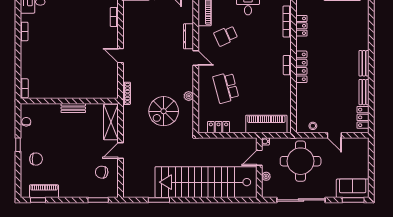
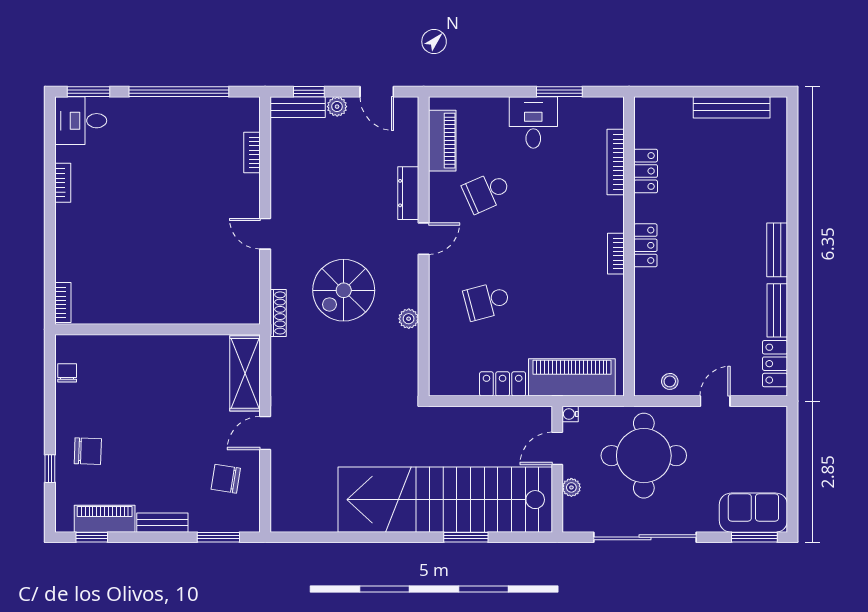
door: (196, 58) -> (424, 239), hinge flipped
locker: (301, 67) -> (645, 245), width x0.66
school desk: (226, 88) -> (487, 301), width x0.54
bench: (73, 108) -> (162, 523), moved
spiral stairs: (164, 111) -> (344, 290), moved
locker: (218, 127) -> (503, 384), moved
door: (334, 135) -> (715, 401), swing flipped
window: (18, 145) -> (50, 469), moved
window: (159, 200) -> (466, 537), moved

